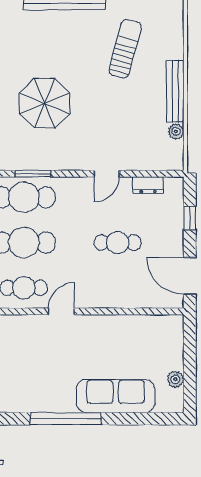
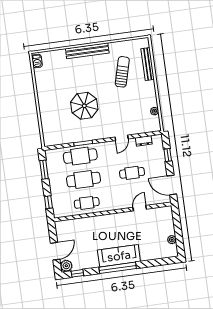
bench: (175, 91) -> (148, 64), moved
door: (61, 311) -> (140, 208), moved
sofa: (116, 396) -> (119, 256), moved

